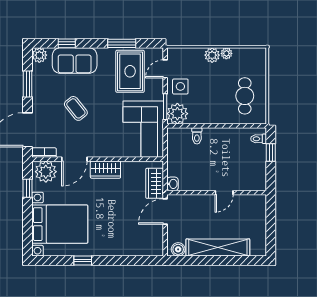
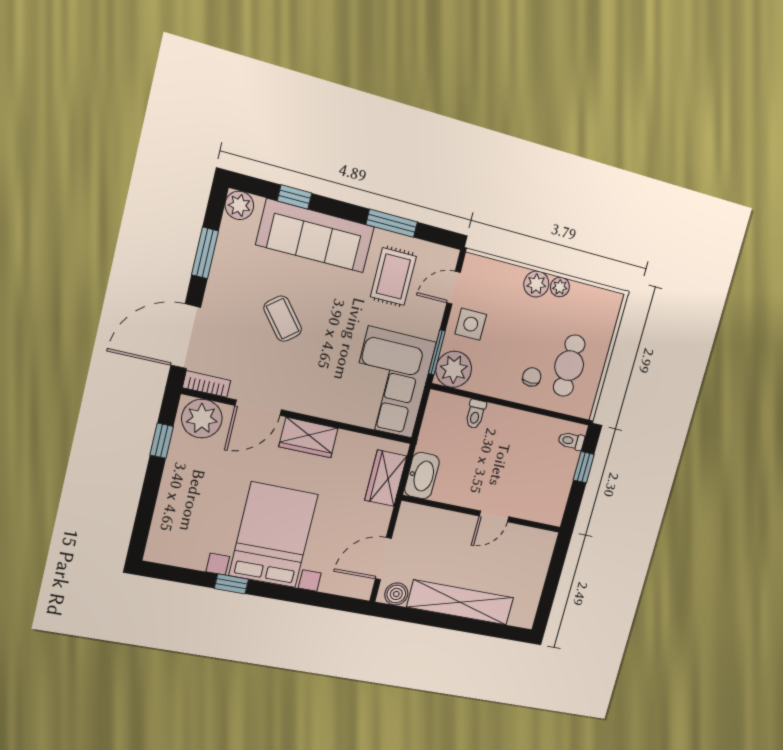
sofa: (75, 61) -> (315, 236), width x1.36
rug: (130, 71) -> (393, 277), width x0.73, depth x0.70
chair: (224, 107) -> (532, 377), added
washbasin: (173, 184) -> (422, 476), width x1.91, depth x1.45
door: (165, 212) -> (383, 559), moved
bed with nightstands: (60, 224) -> (273, 535), moved, turned -90

